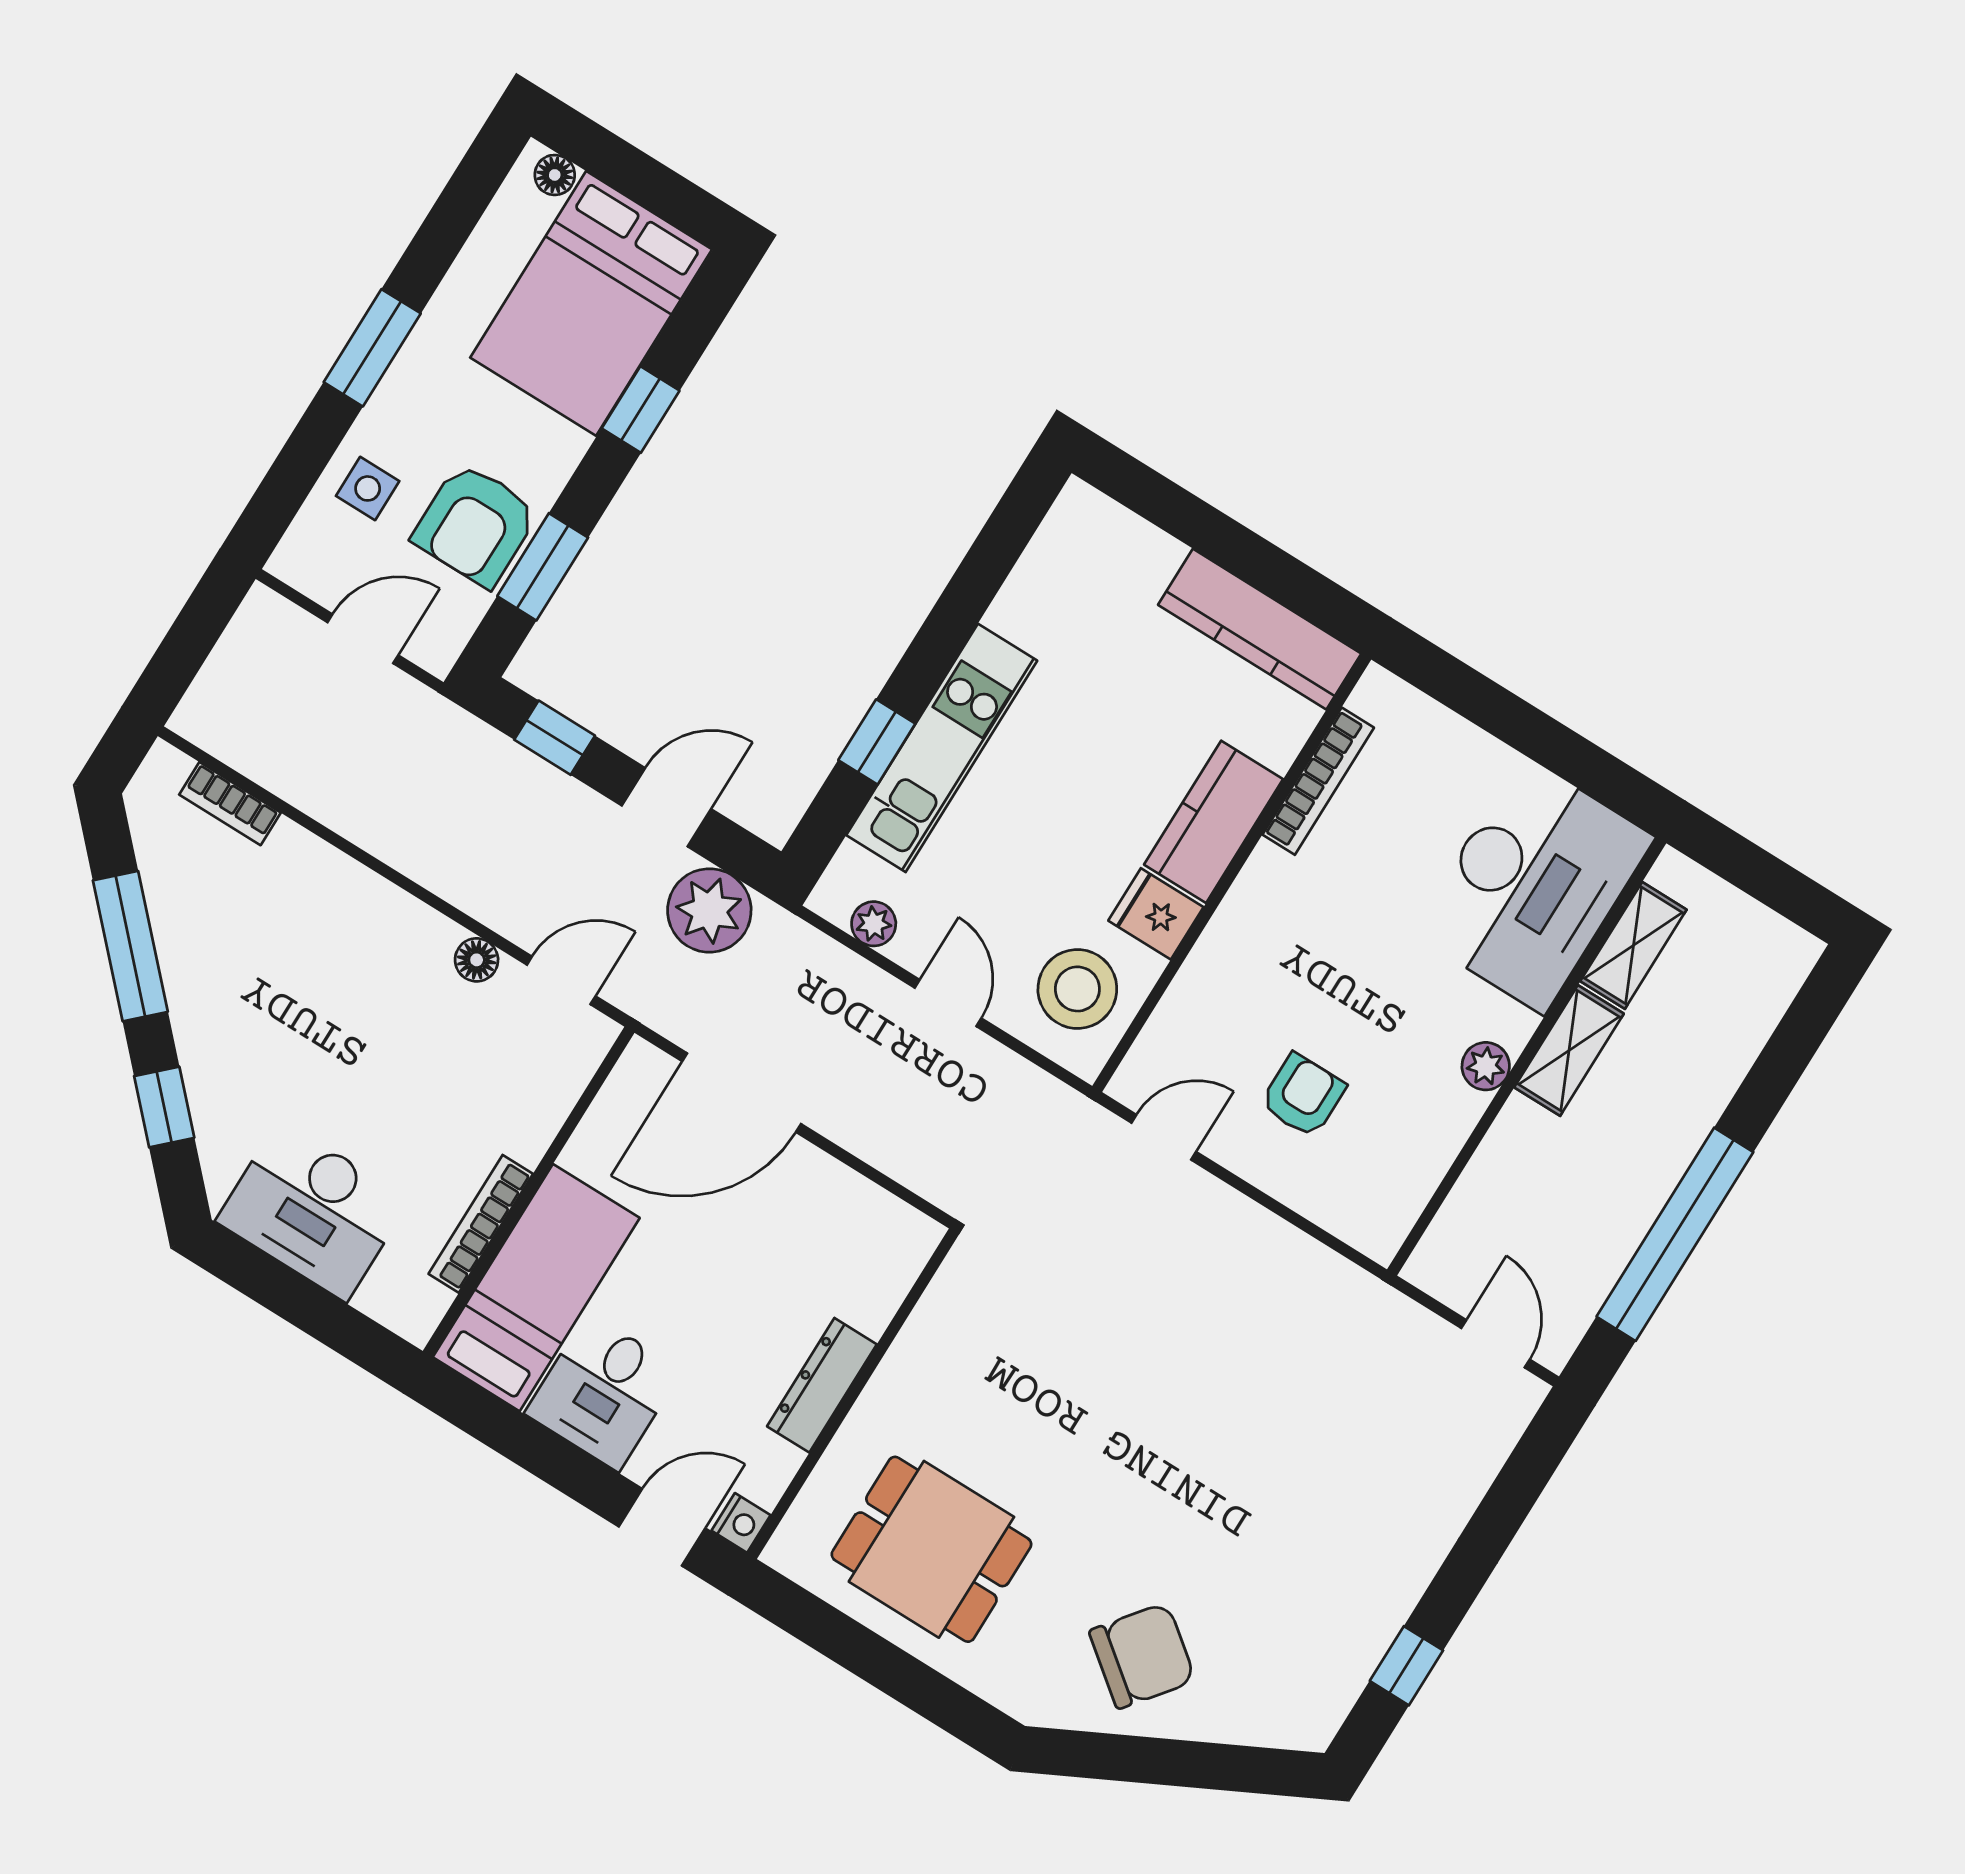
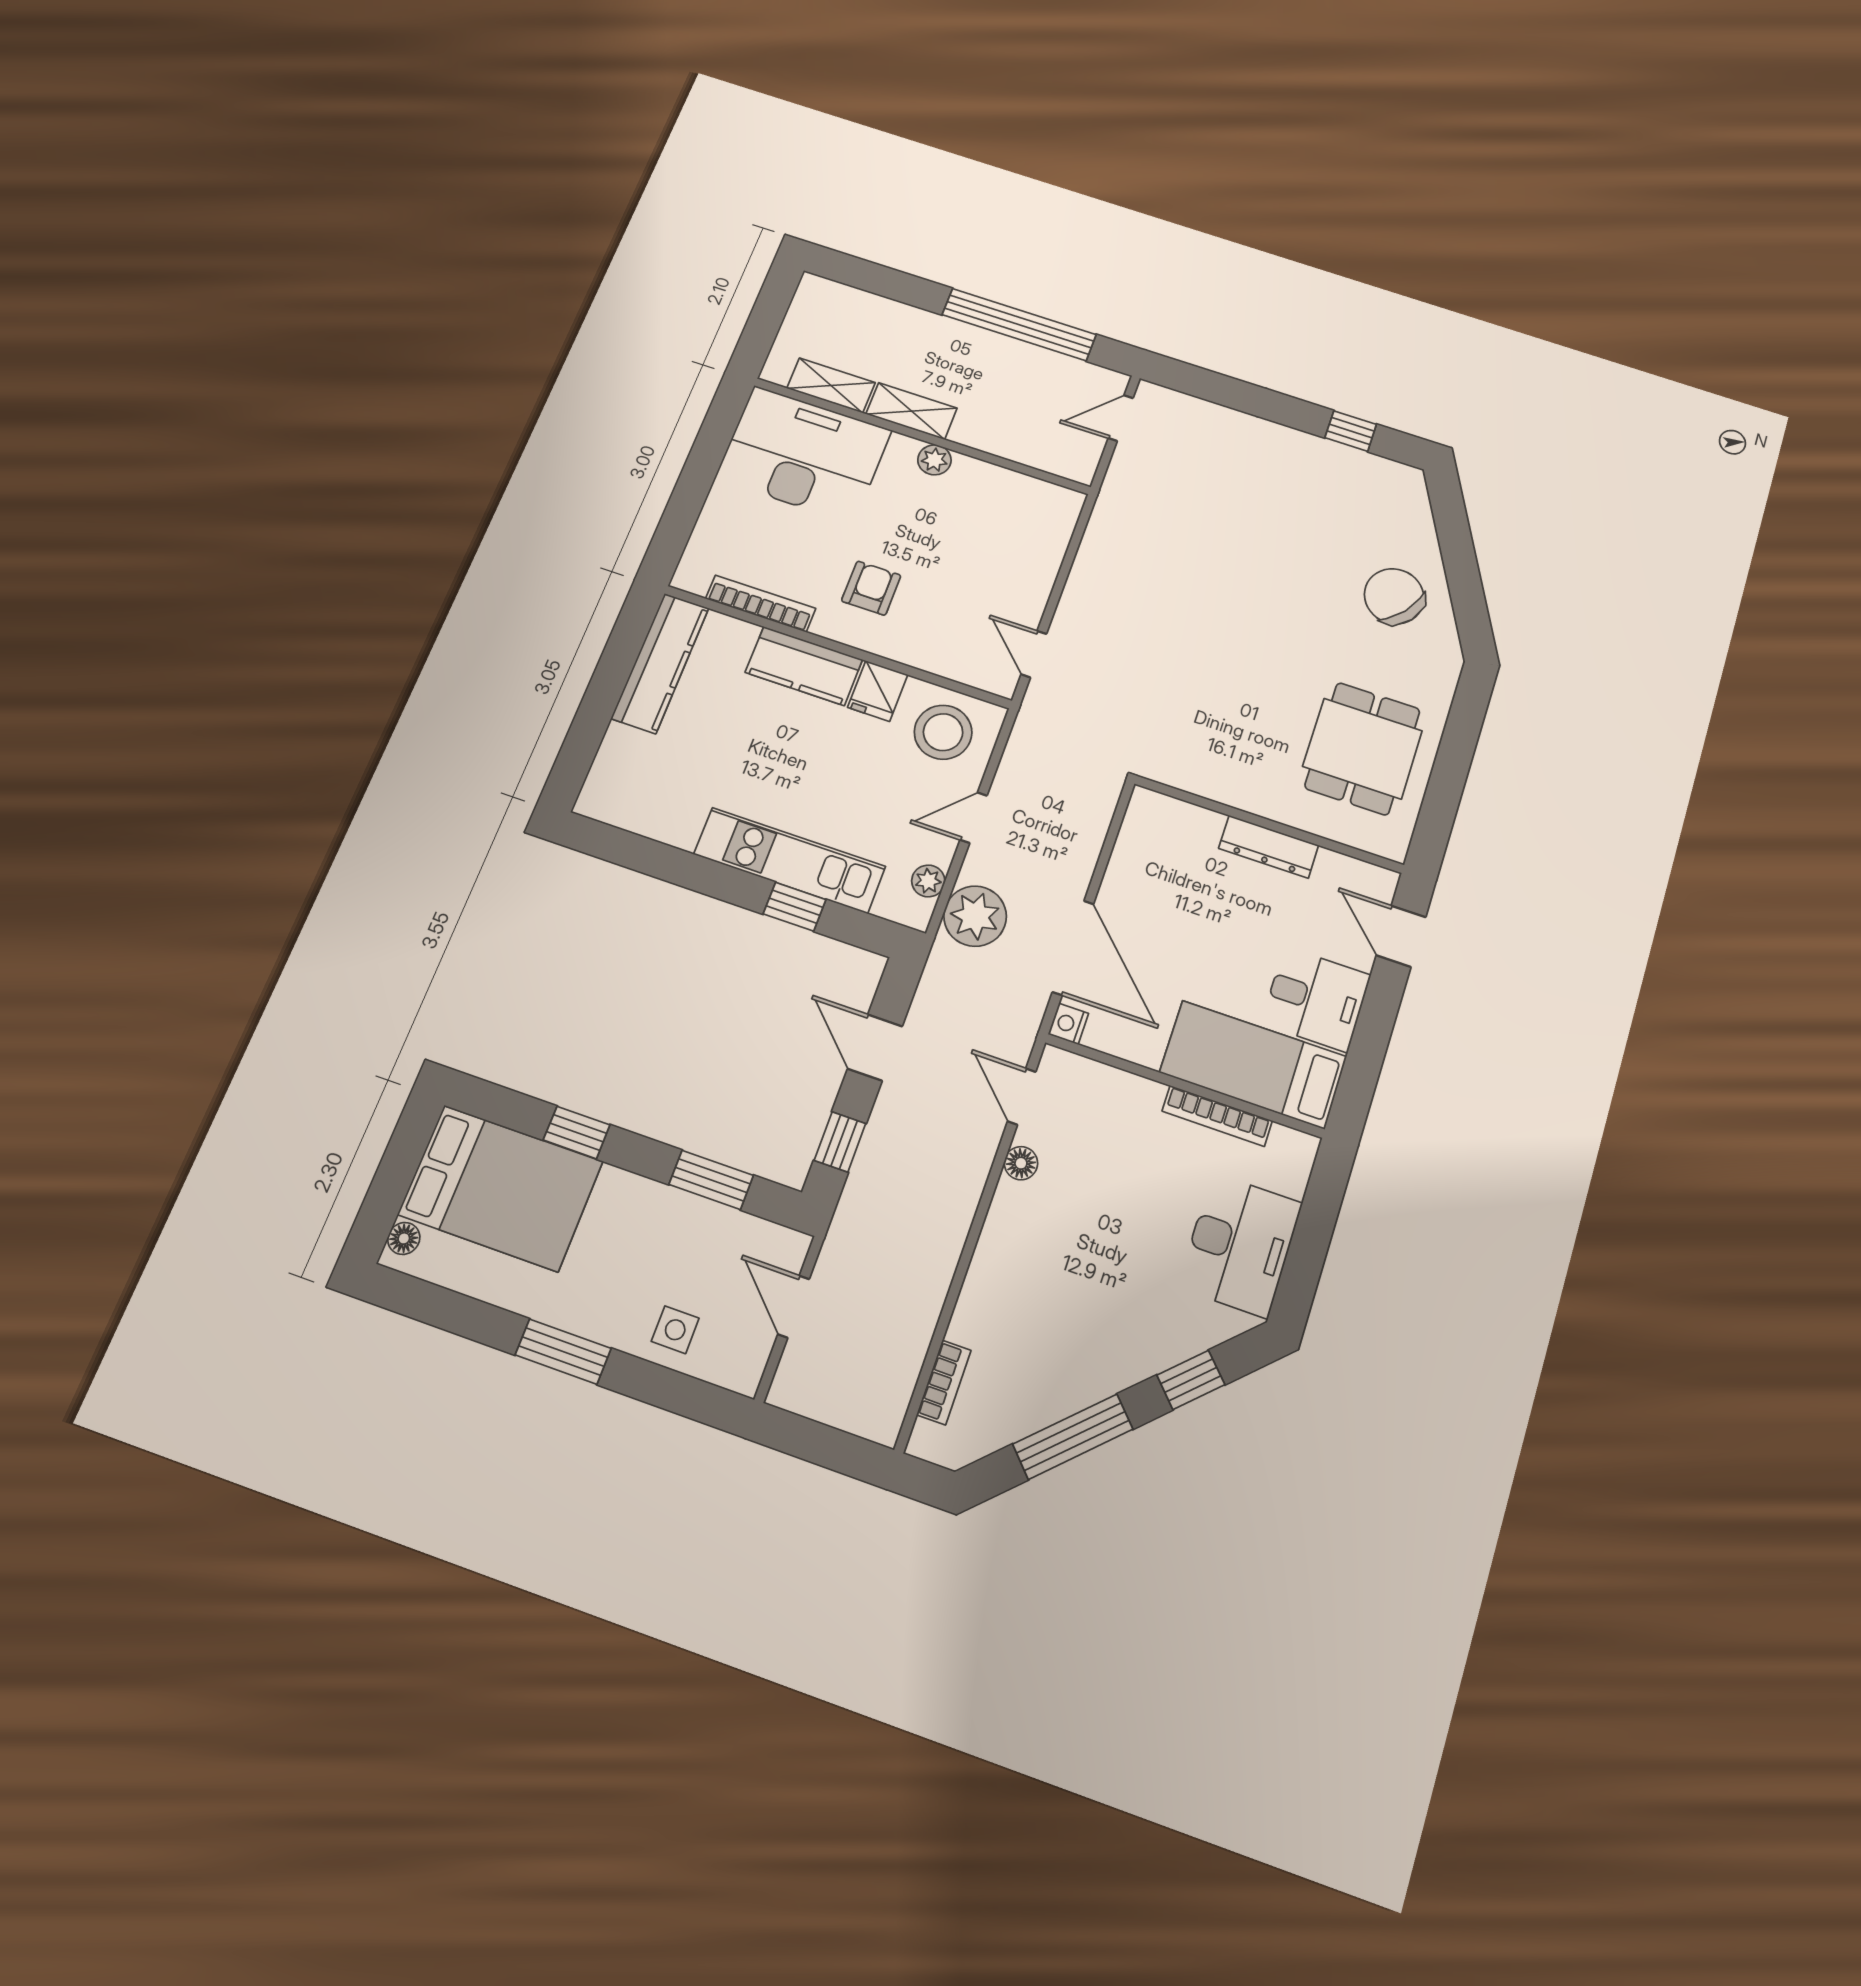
armchair: (475, 525) -> (688, 1239), removed
plant: (709, 910) -> (975, 916), moved
armchair: (1303, 1095) -> (871, 588), moved, turned 90
nightstand: (741, 1523) -> (1068, 1024), moved, turned -90

